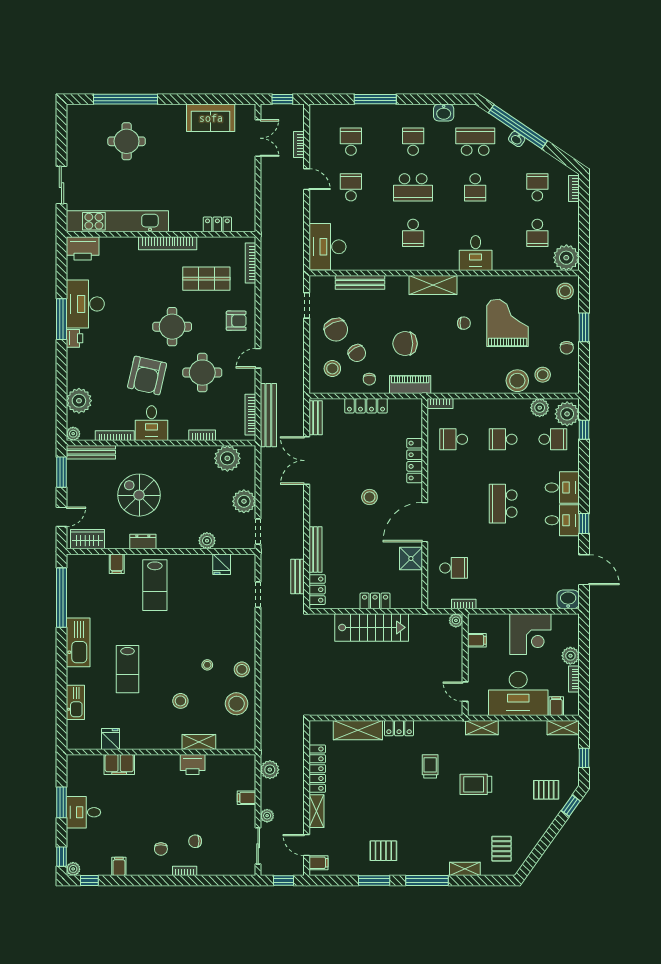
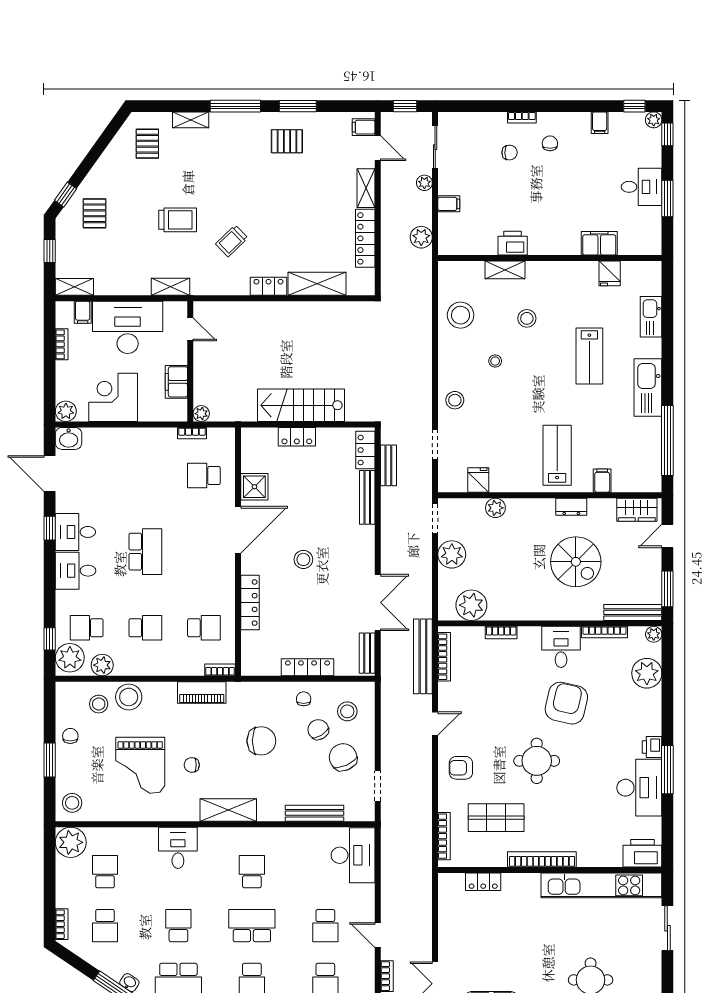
round table: (202, 373) -> (501, 707), removed
piano: (410, 384) -> (202, 693), moved
filing cabinet: (477, 640) -> (176, 382), width x2.00
plant: (570, 656) -> (66, 411), moved
lab bench: (128, 669) -> (589, 356), turned 180
stool: (242, 669) -> (455, 400), moved
trolley: (430, 766) -> (232, 241), turned 46
pallet: (546, 790) -> (95, 213), turned 90

